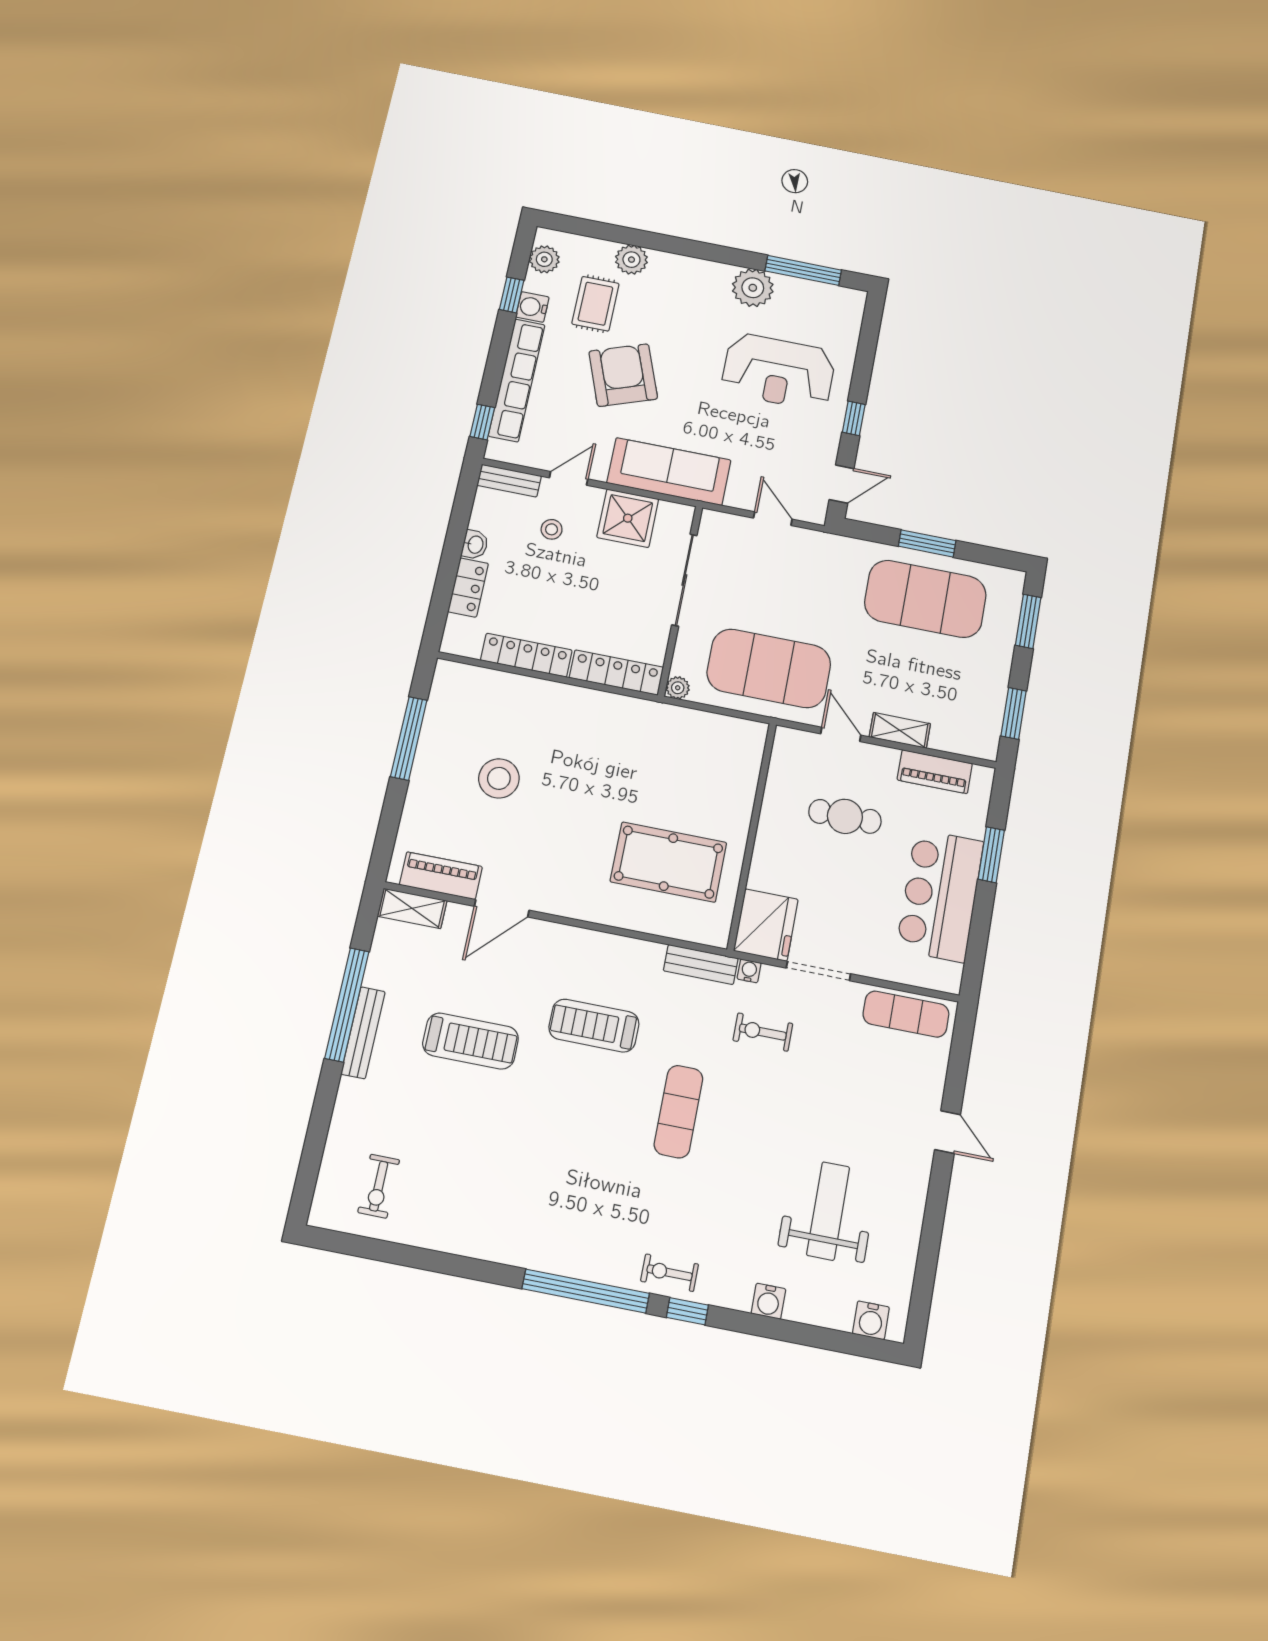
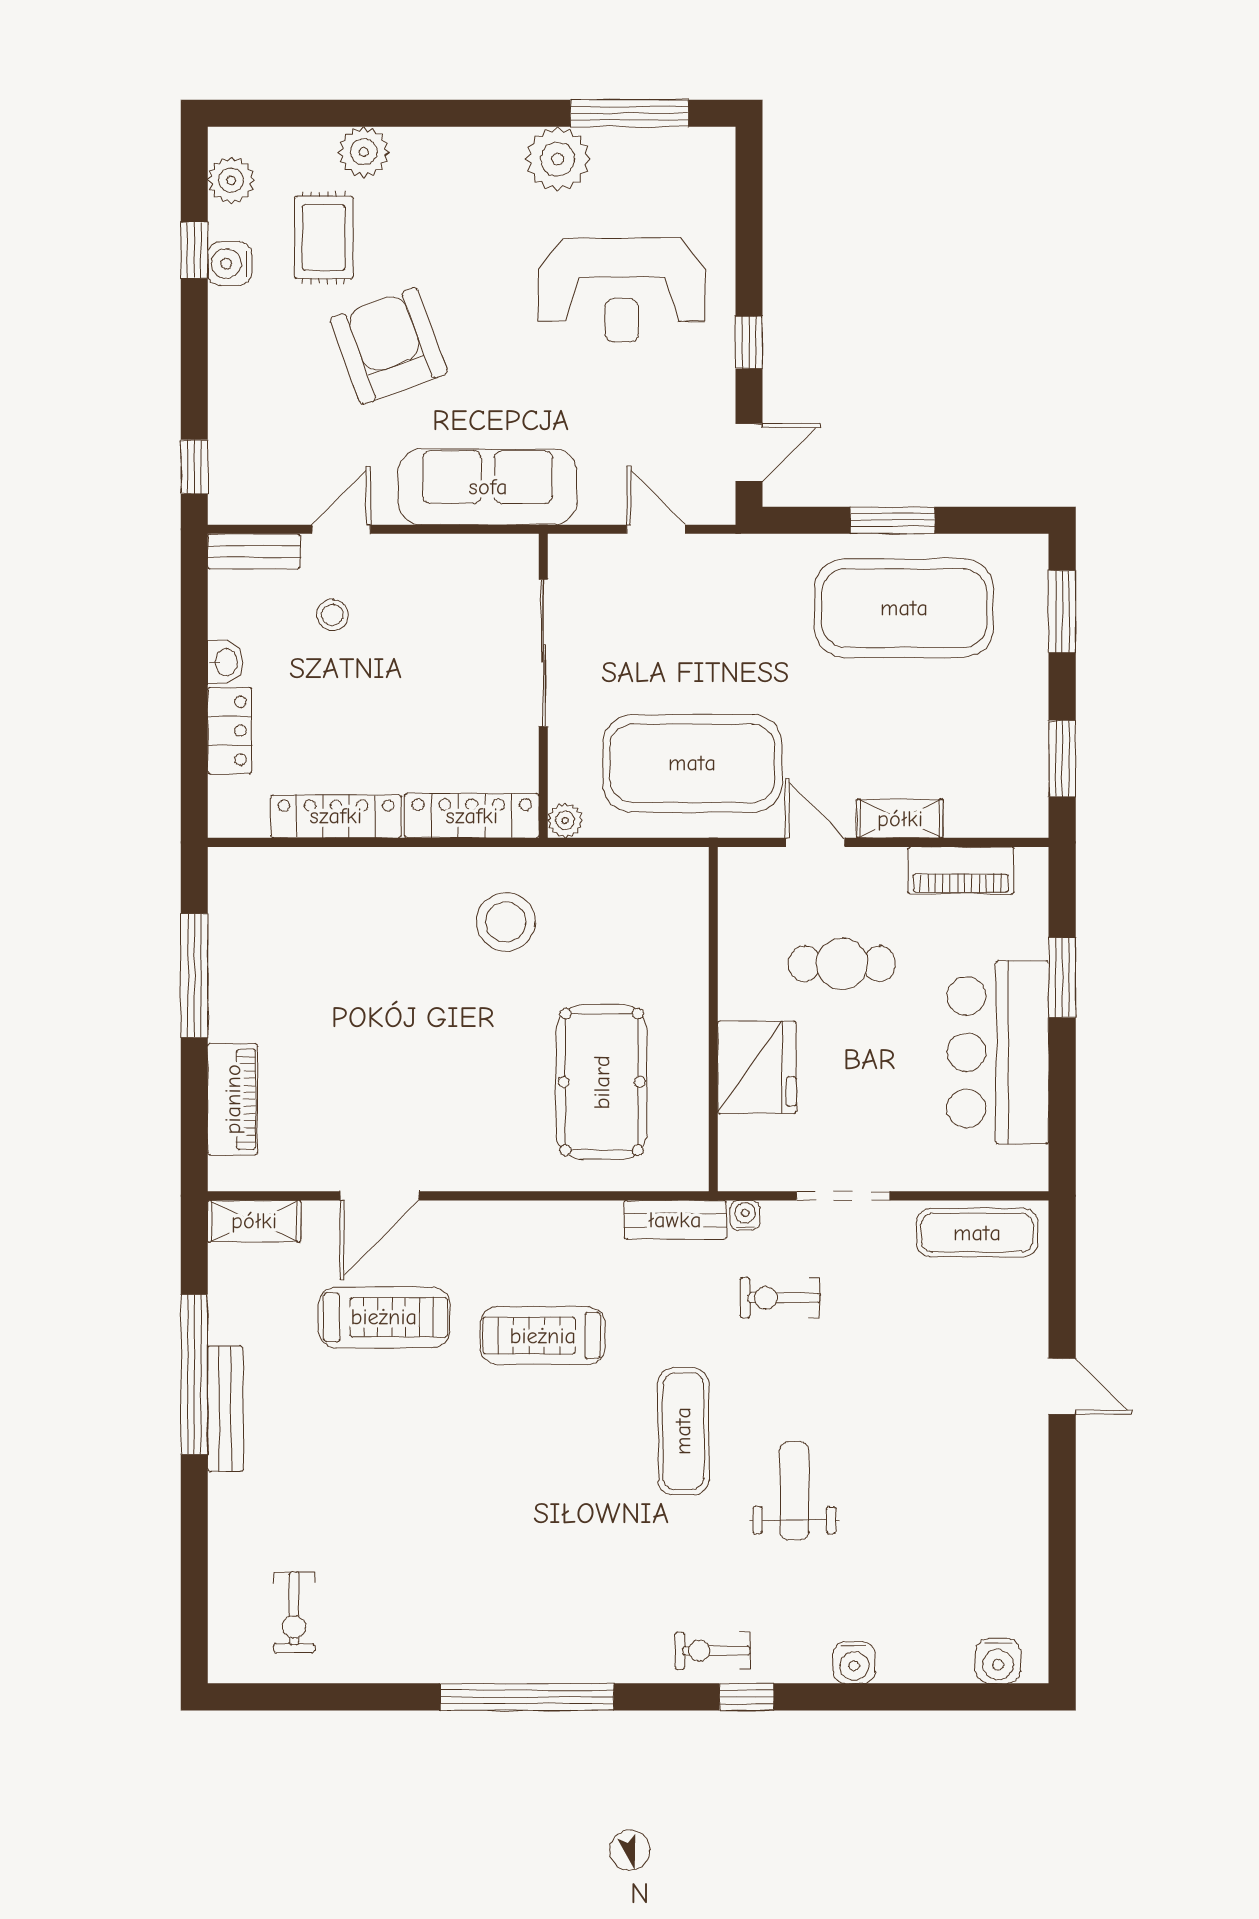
row of seats: (517, 380) -> (231, 388), removed
shower: (628, 518) -> (441, 574), removed
stool: (499, 778) -> (506, 922), moved
pool table: (668, 862) -> (602, 1082), turned 90
piano: (441, 876) -> (233, 1099), moved, turned 90
fridge: (766, 925) -> (757, 1067), moved
treadmill: (471, 1041) -> (384, 1317), moved
weight bench: (828, 1211) -> (794, 1491), moved, width x0.73, depth x0.75
window: (586, 1291) -> (527, 1697), moved

